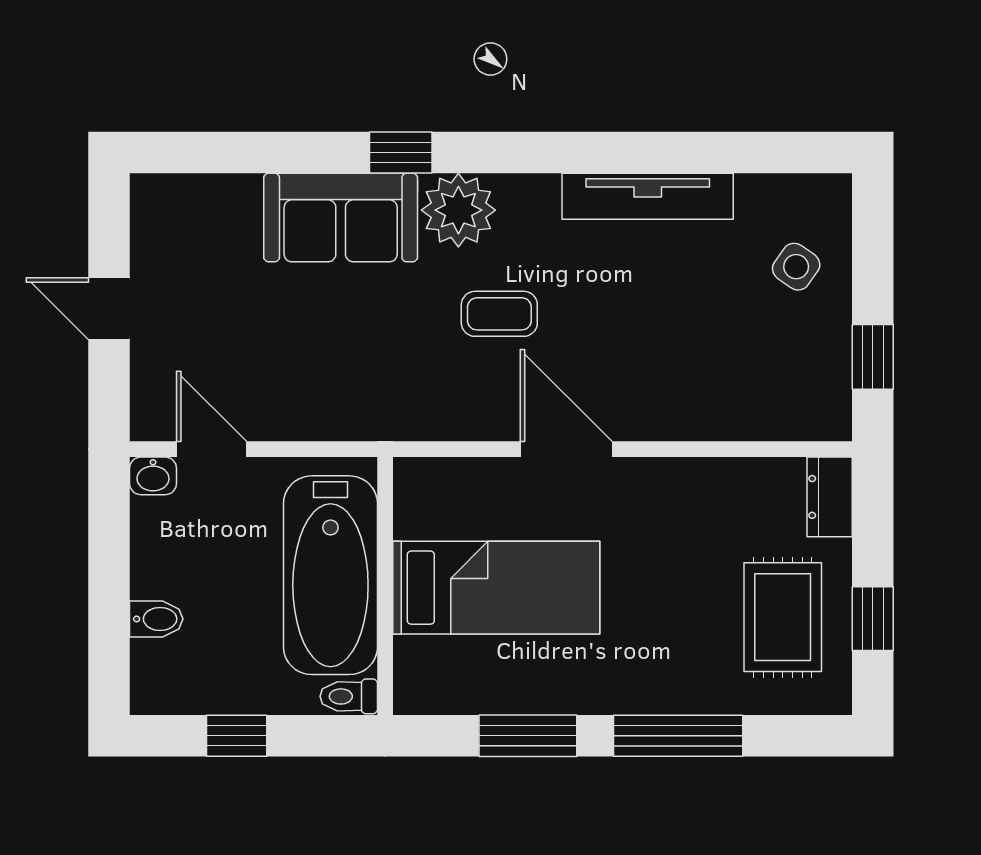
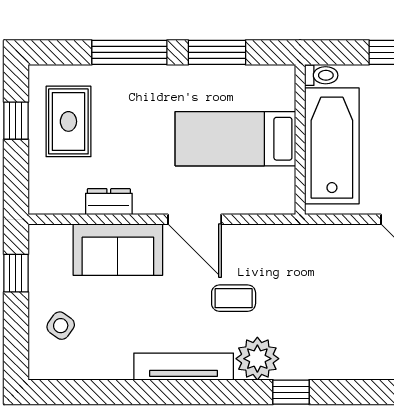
tv unit: (648, 196) -> (184, 367), moved
sofa: (341, 217) -> (118, 250), moved, turned 180
dresser: (830, 497) -> (109, 202), moved, turned -90

